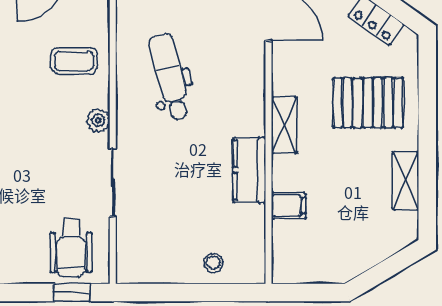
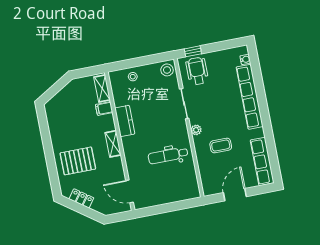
coffee table: (74, 61) -> (221, 146), moved
dental chair: (170, 77) -> (168, 155), turned 104
shelving: (406, 181) -> (102, 88), moved
stool: (136, 263) -> (167, 70), added

